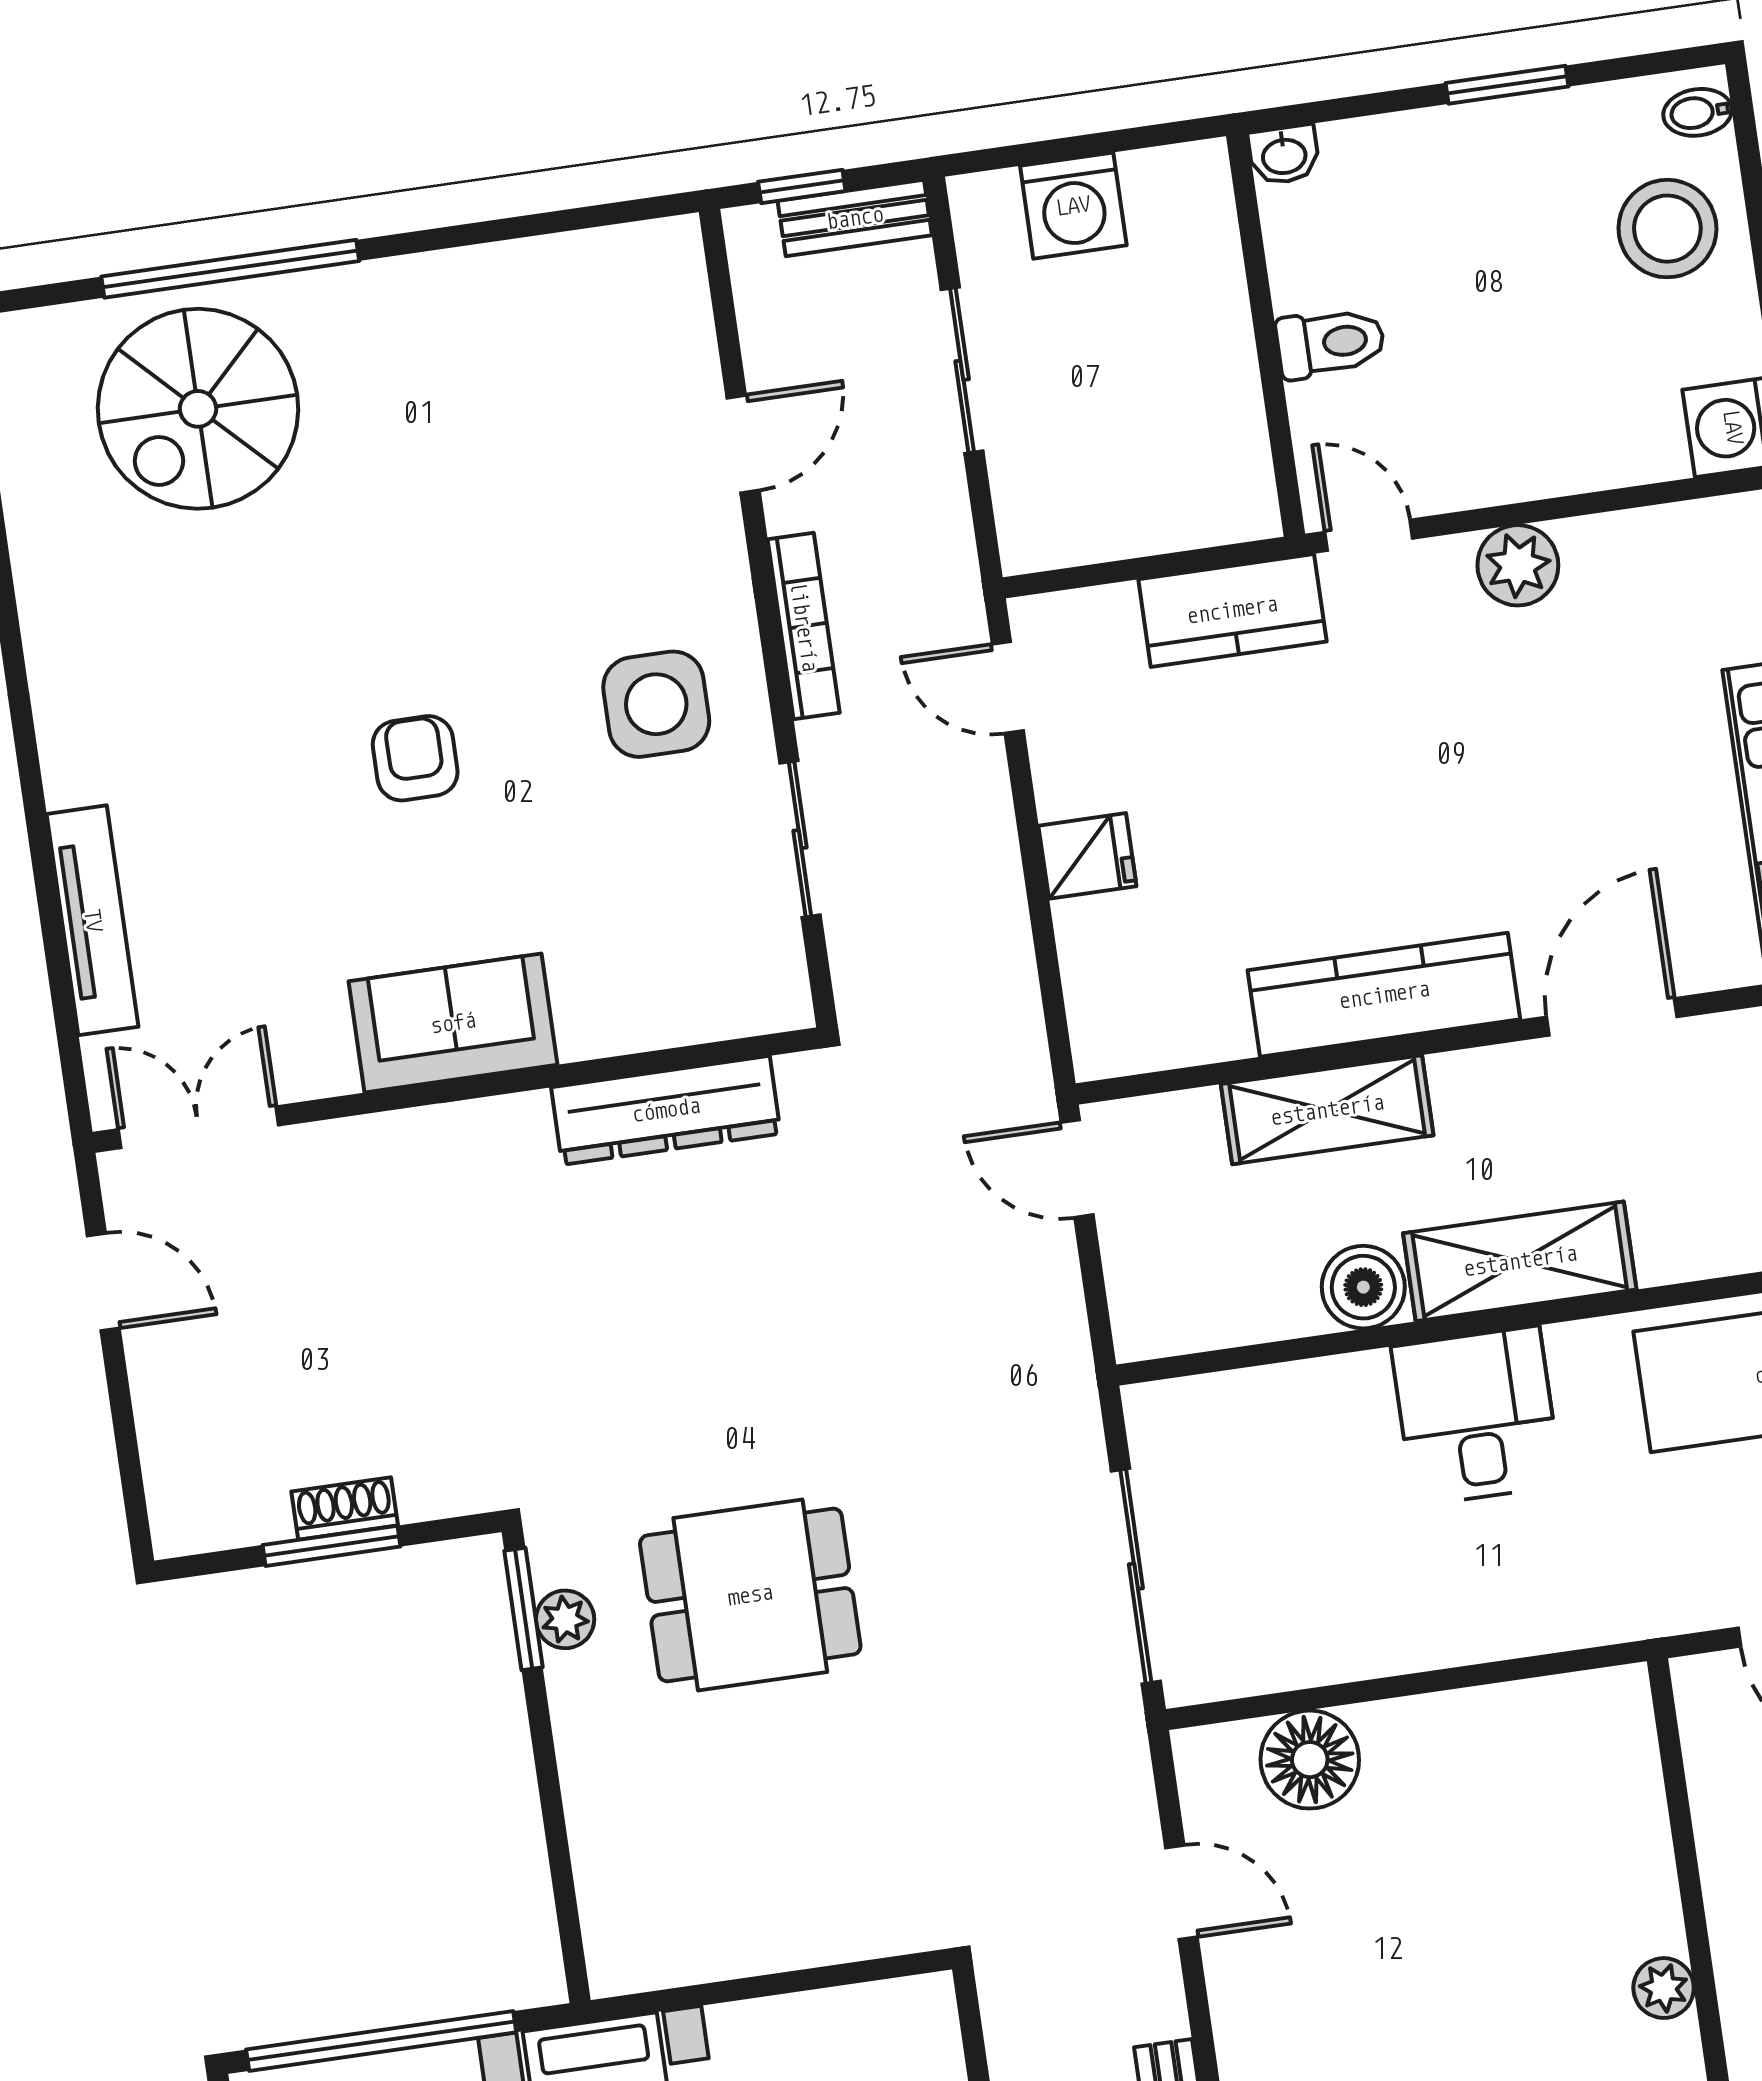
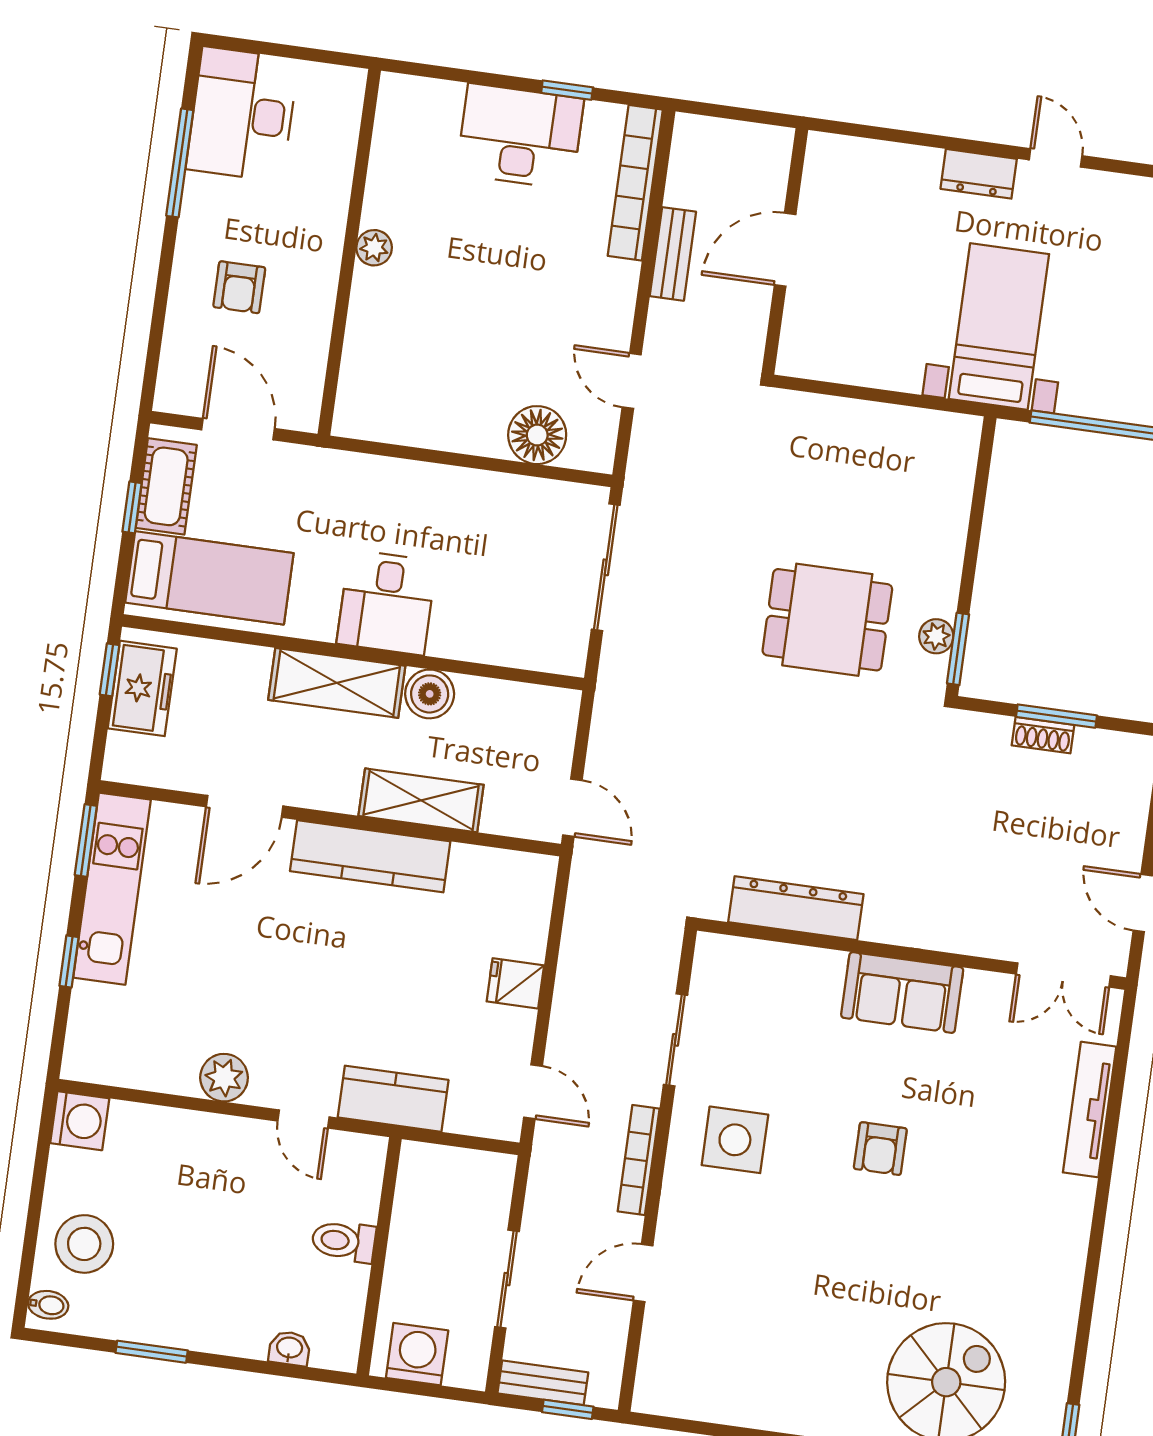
wall: (1266, 335) -> (379, 1256), moved
toilet: (1330, 343) -> (344, 1241), moved

